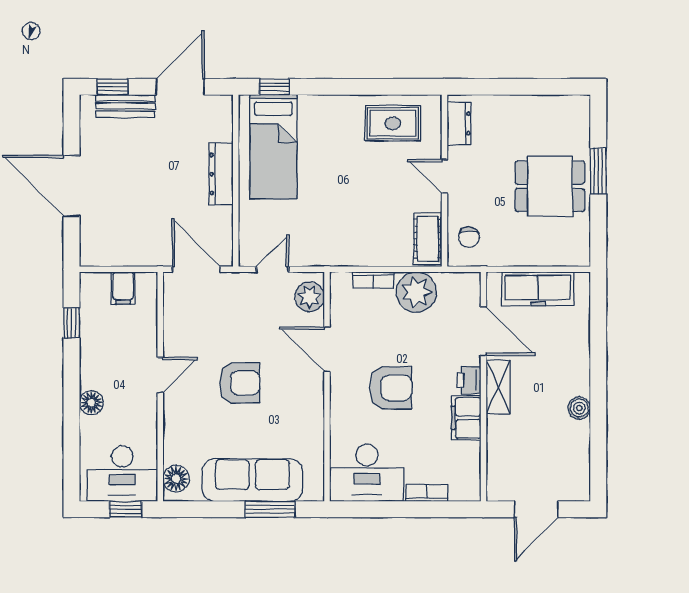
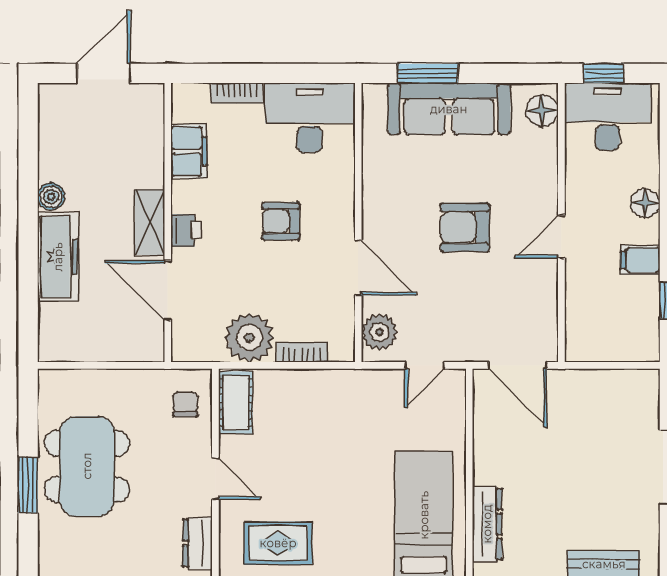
dresser: (221, 174) -> (487, 524), moved
dining table: (550, 186) -> (87, 466), width x1.38
filing cabinet: (123, 288) -> (640, 260), moved, turned -90
freezer: (538, 289) -> (58, 257), moved, turned 90
armchair: (390, 388) -> (281, 221), width x0.72, depth x0.72
filing cabinet: (466, 418) -> (189, 151), moved

